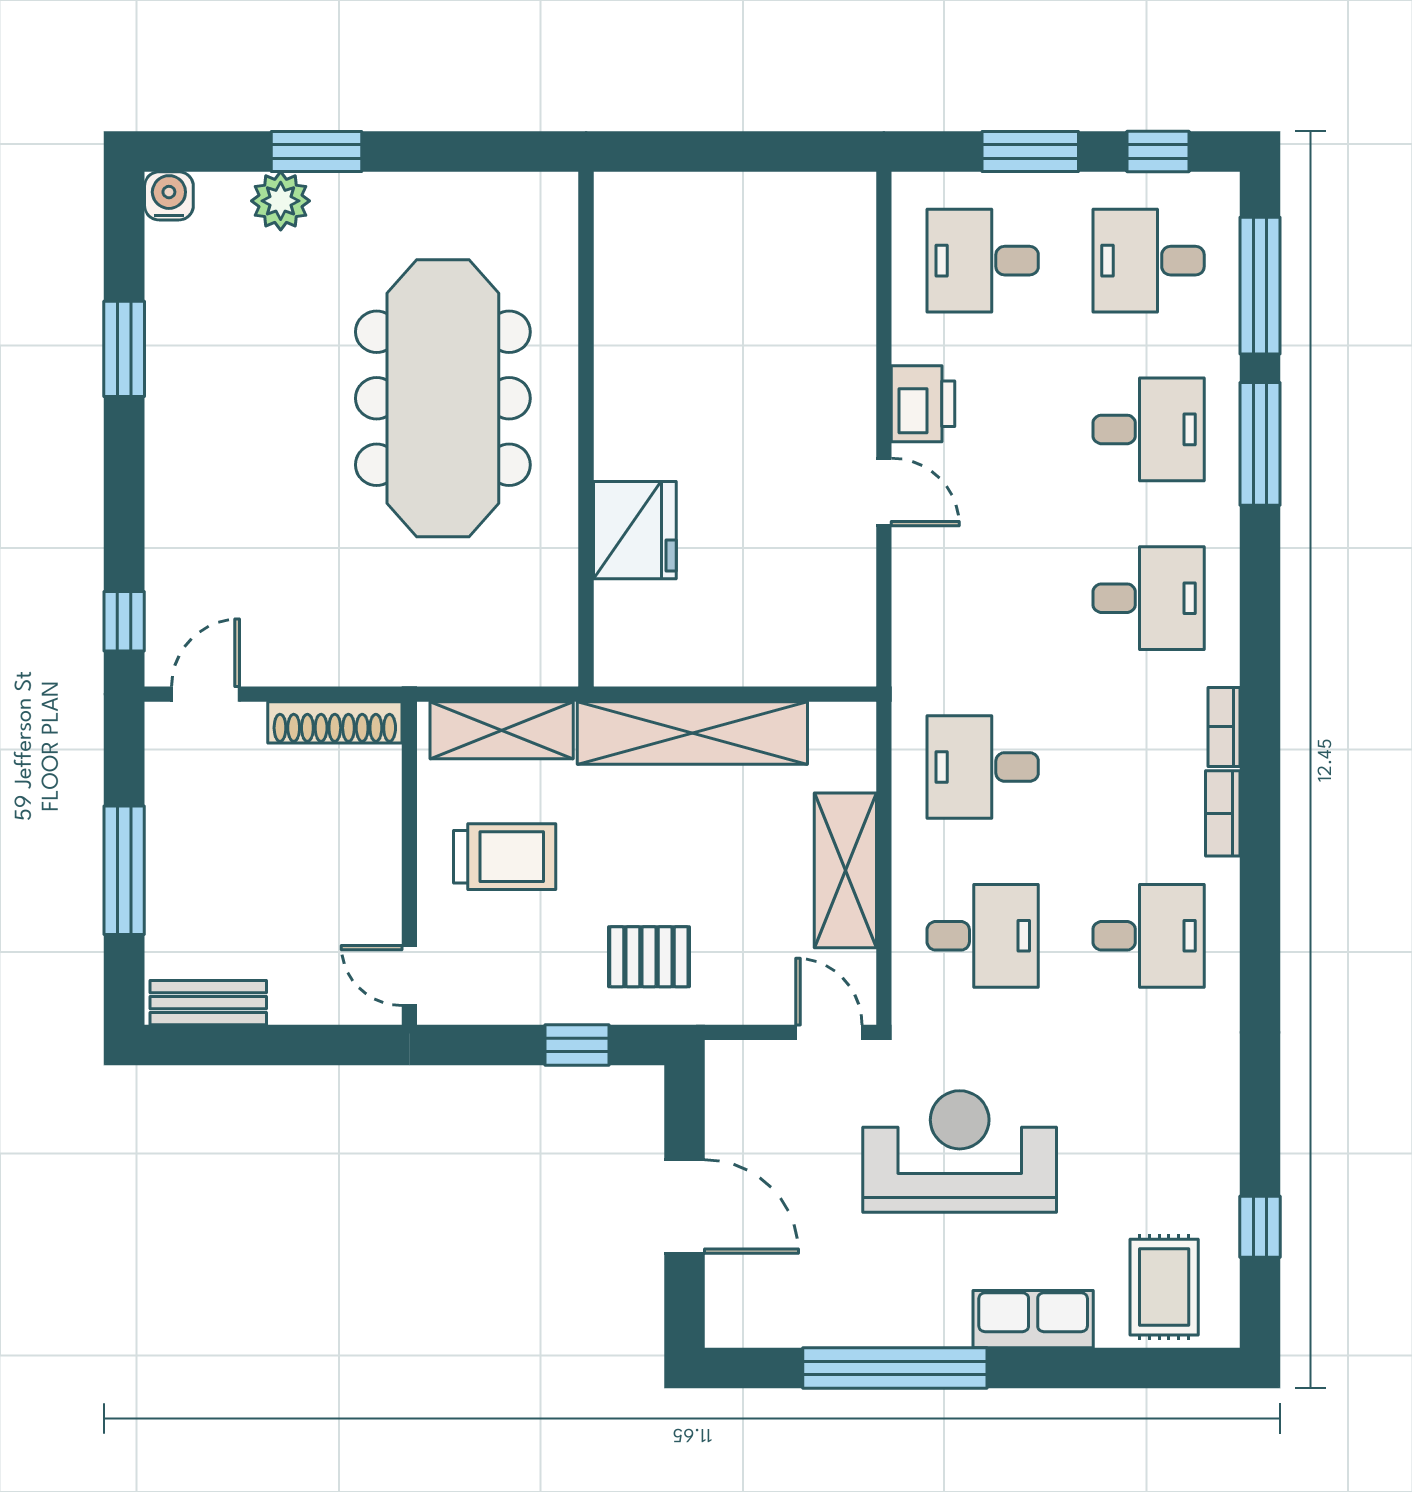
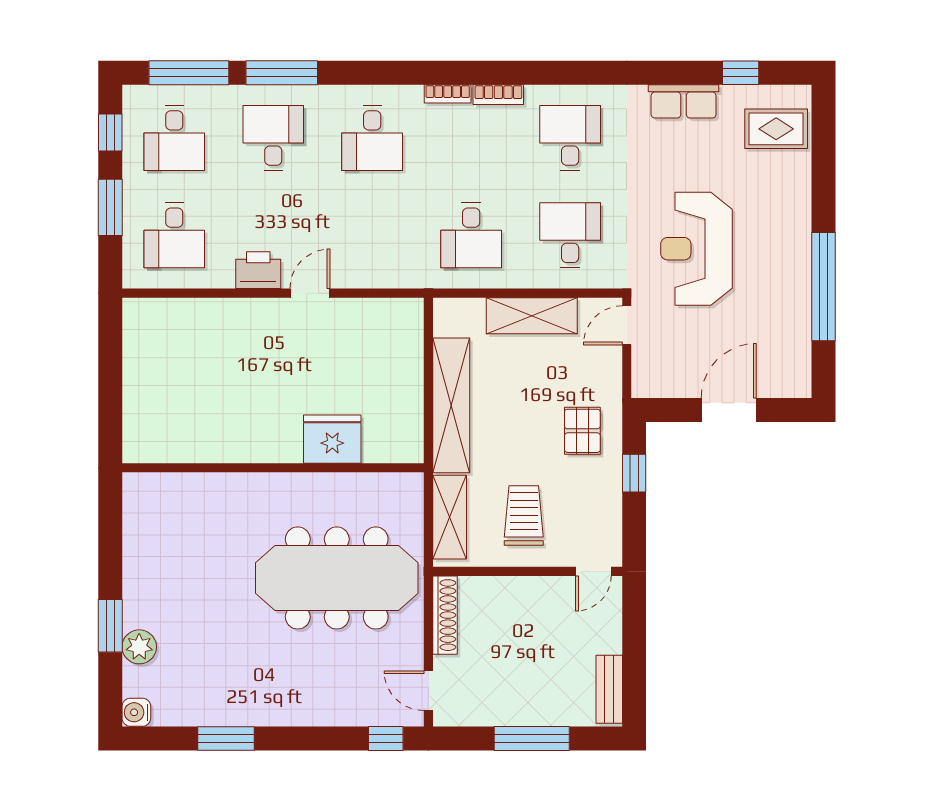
meeting table: (443, 398) -> (337, 578), moved
desk: (1149, 598) -> (372, 138), turned 180
row of seats: (1033, 1319) -> (684, 101), moved, turned -90

